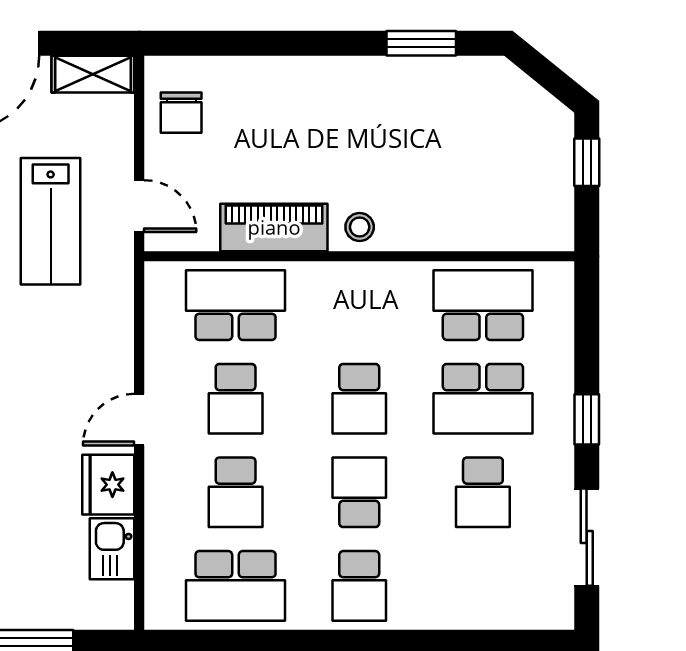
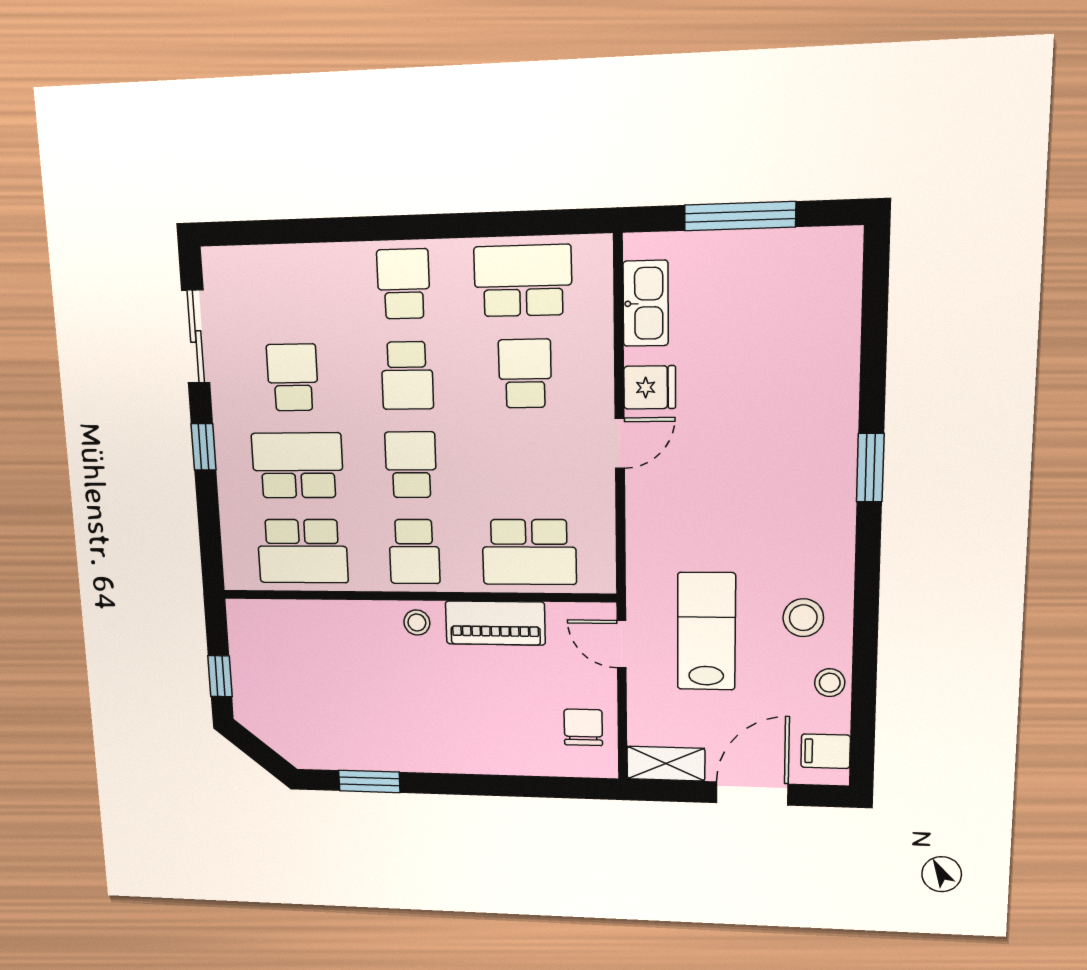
school desk: (236, 399) -> (414, 552), moved, turned 180
fridge: (108, 485) -> (650, 387), width x0.72
kitchen sink: (112, 549) -> (646, 303), width x1.38

